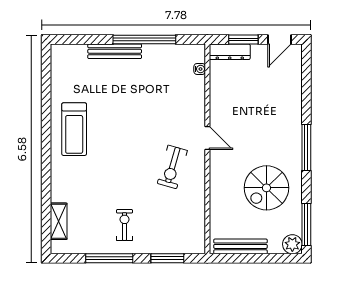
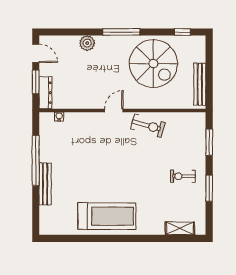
treadmill: (74, 129) -> (107, 216), width x1.37, depth x1.38
exercise bike: (172, 167) -> (148, 126), moved
spiral stairs: (266, 188) -> (153, 64), width x1.37, depth x1.37
window: (306, 224) -> (182, 32), width x0.46
plant: (292, 244) -> (87, 43), moved
window: (109, 258) -> (209, 188), width x0.69

